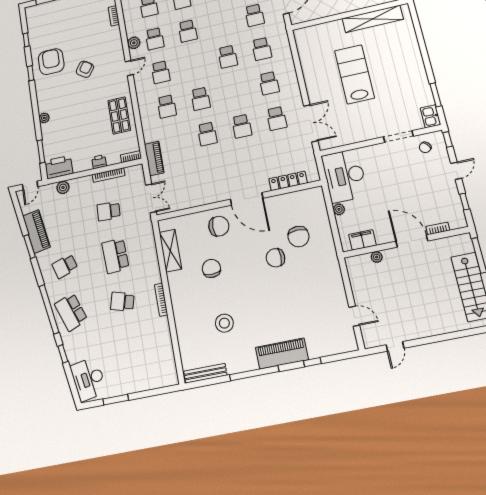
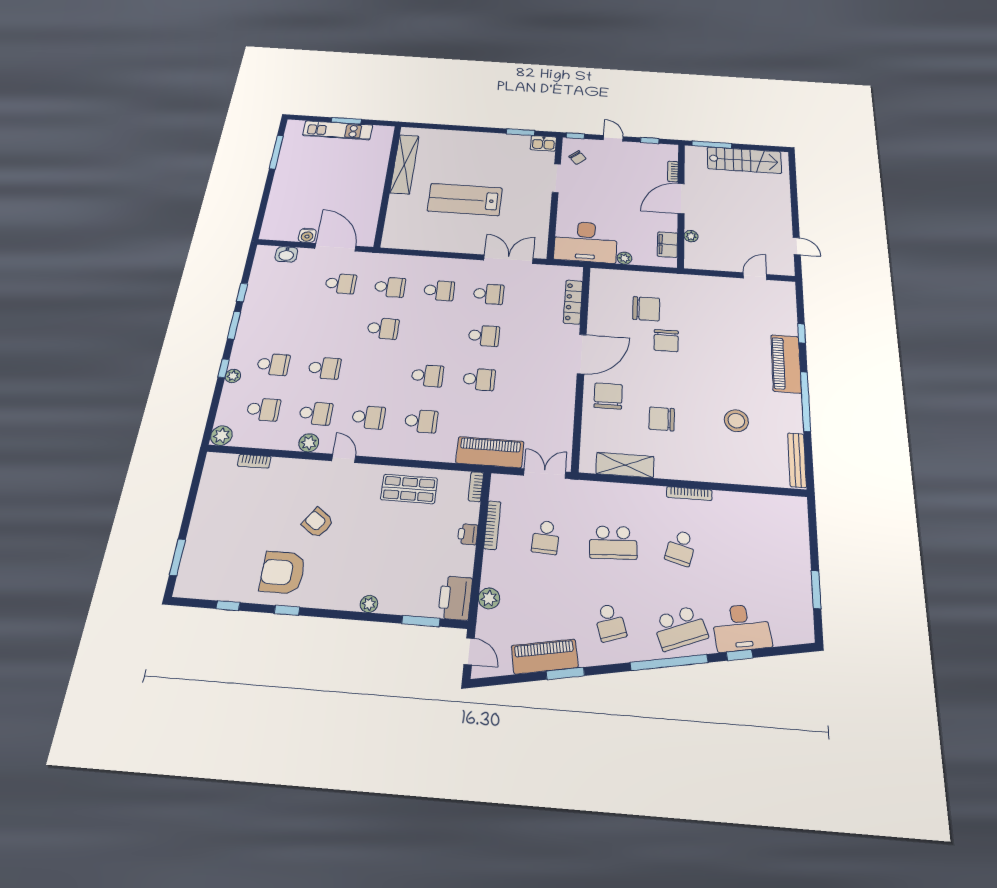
piano: (154, 158) -> (490, 452), width x1.37, depth x1.33
desk: (88, 379) -> (741, 628), moved

